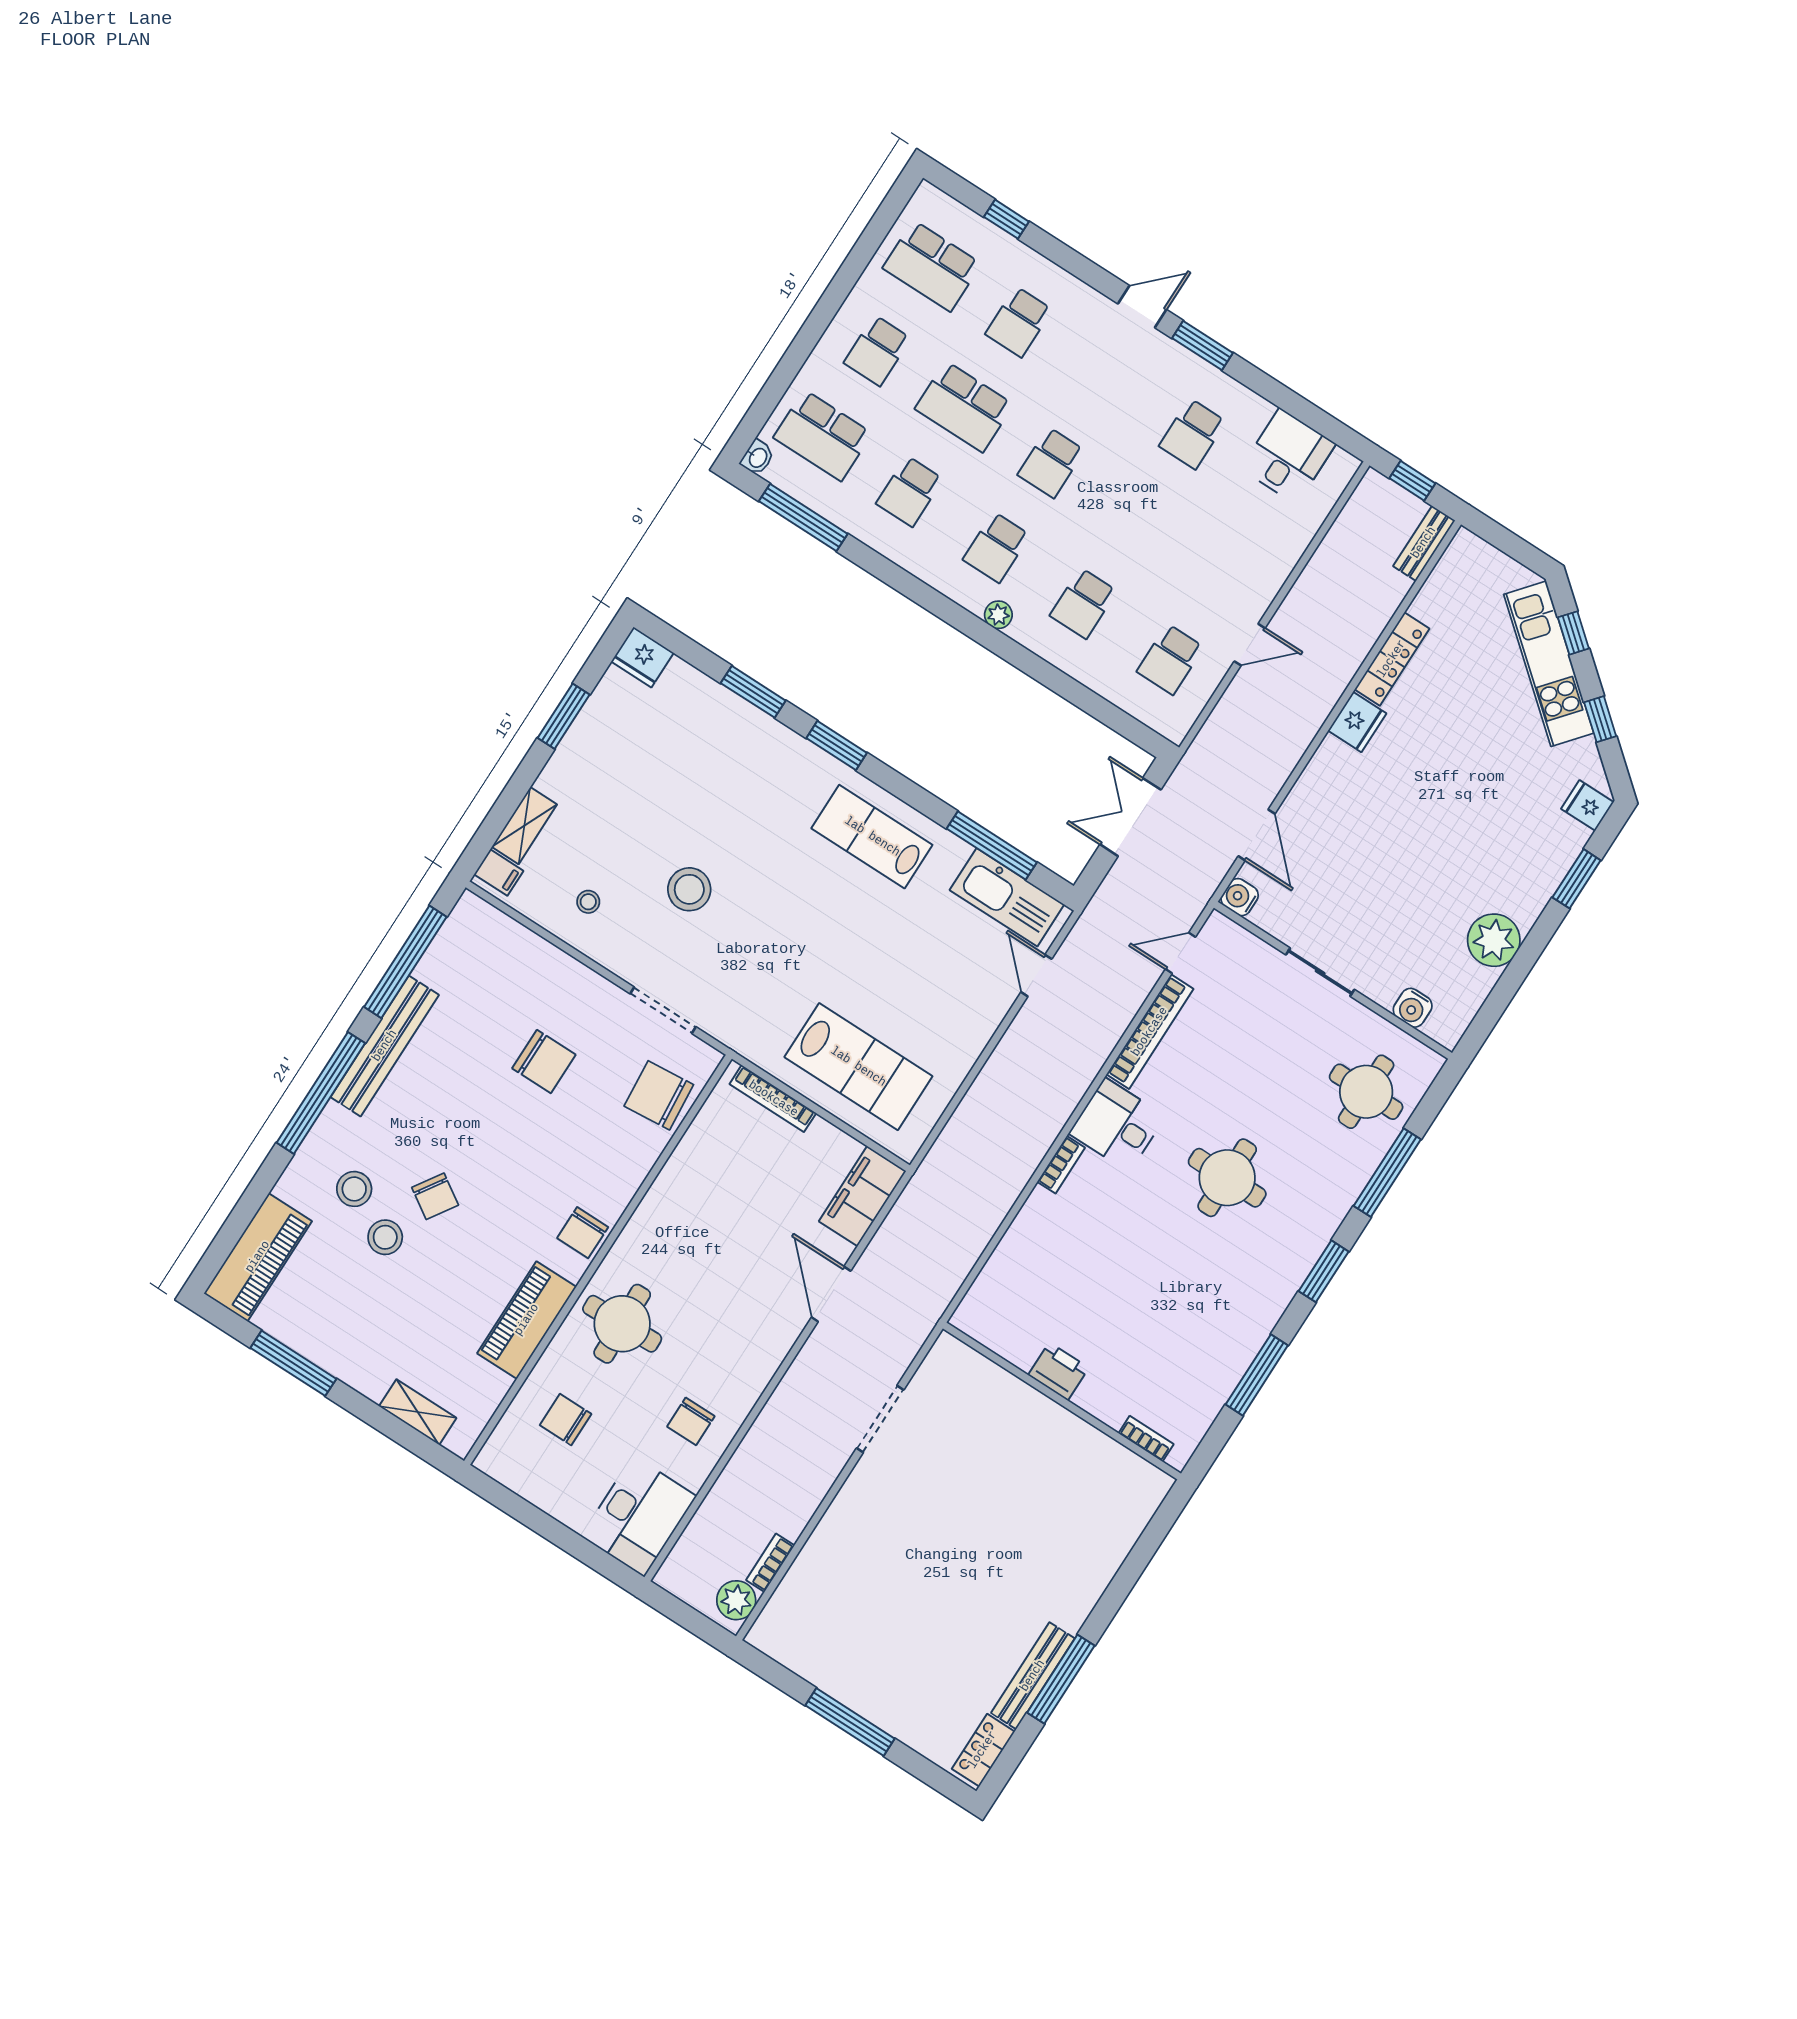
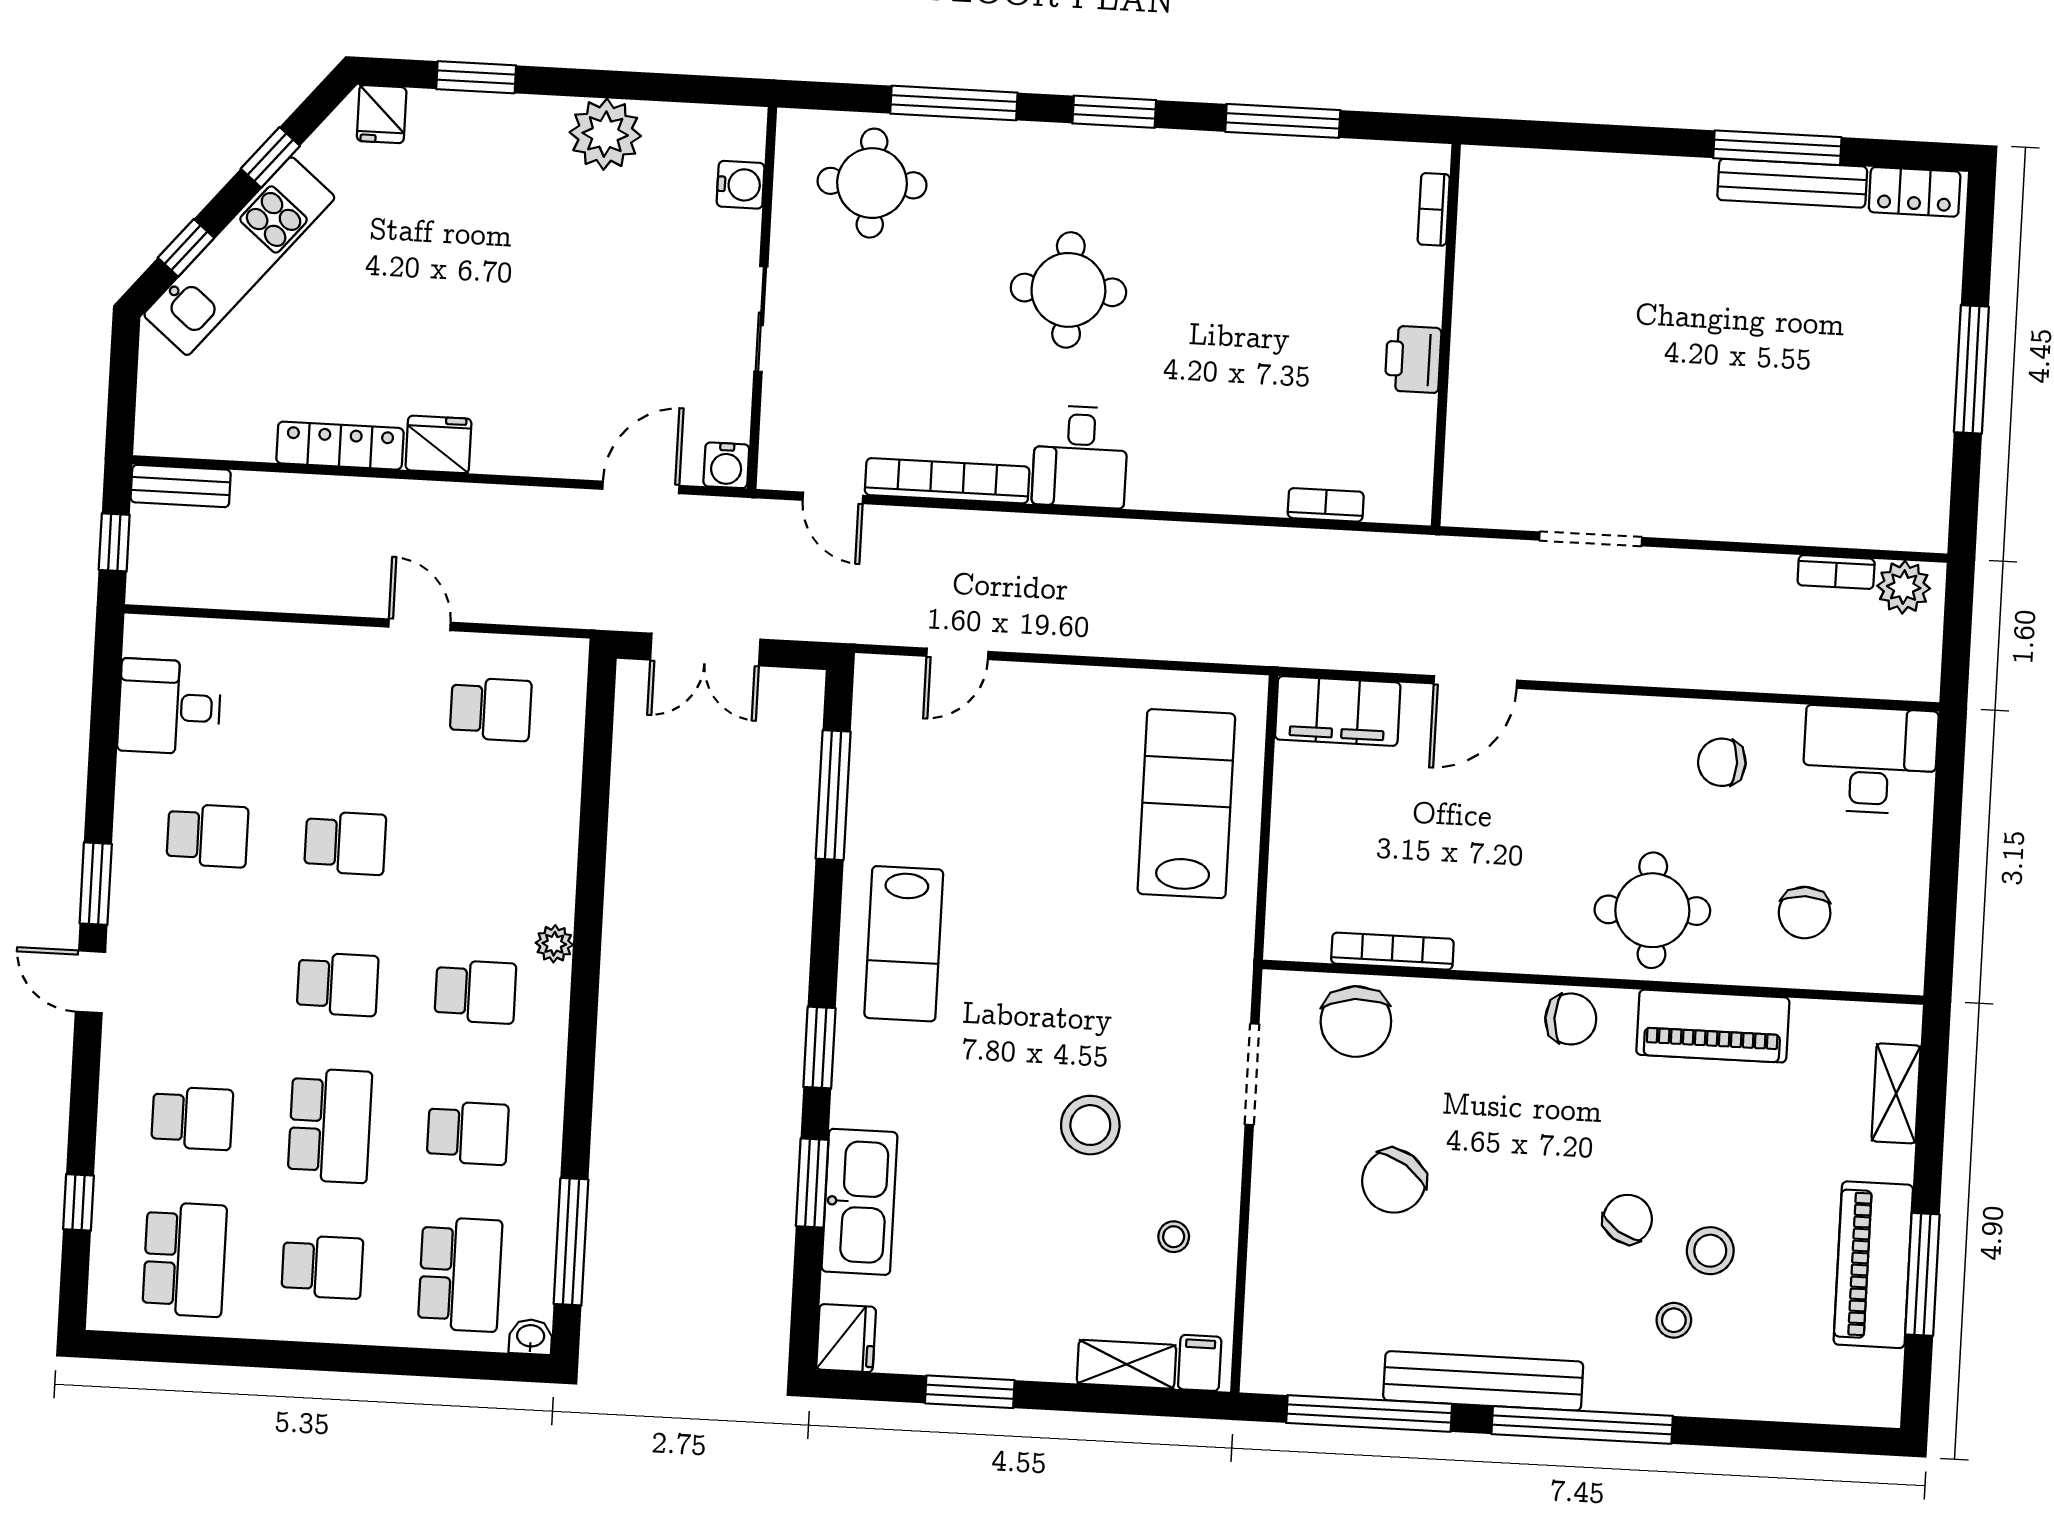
school desk: (1083, 603) -> (345, 843), moved
kitchen sink: (1007, 897) -> (859, 1202), moved
chair: (544, 1062) -> (1394, 1181), turned -146
bookcase: (773, 1099) -> (1392, 951), moved, turned -90
bookcase: (1061, 1165) -> (1326, 505), moved
stool: (354, 1189) -> (1674, 1320), width x0.73, depth x0.73
piano: (258, 1257) -> (1873, 1265), moved, turned -90
chair: (691, 1421) -> (1722, 762), turned 180

